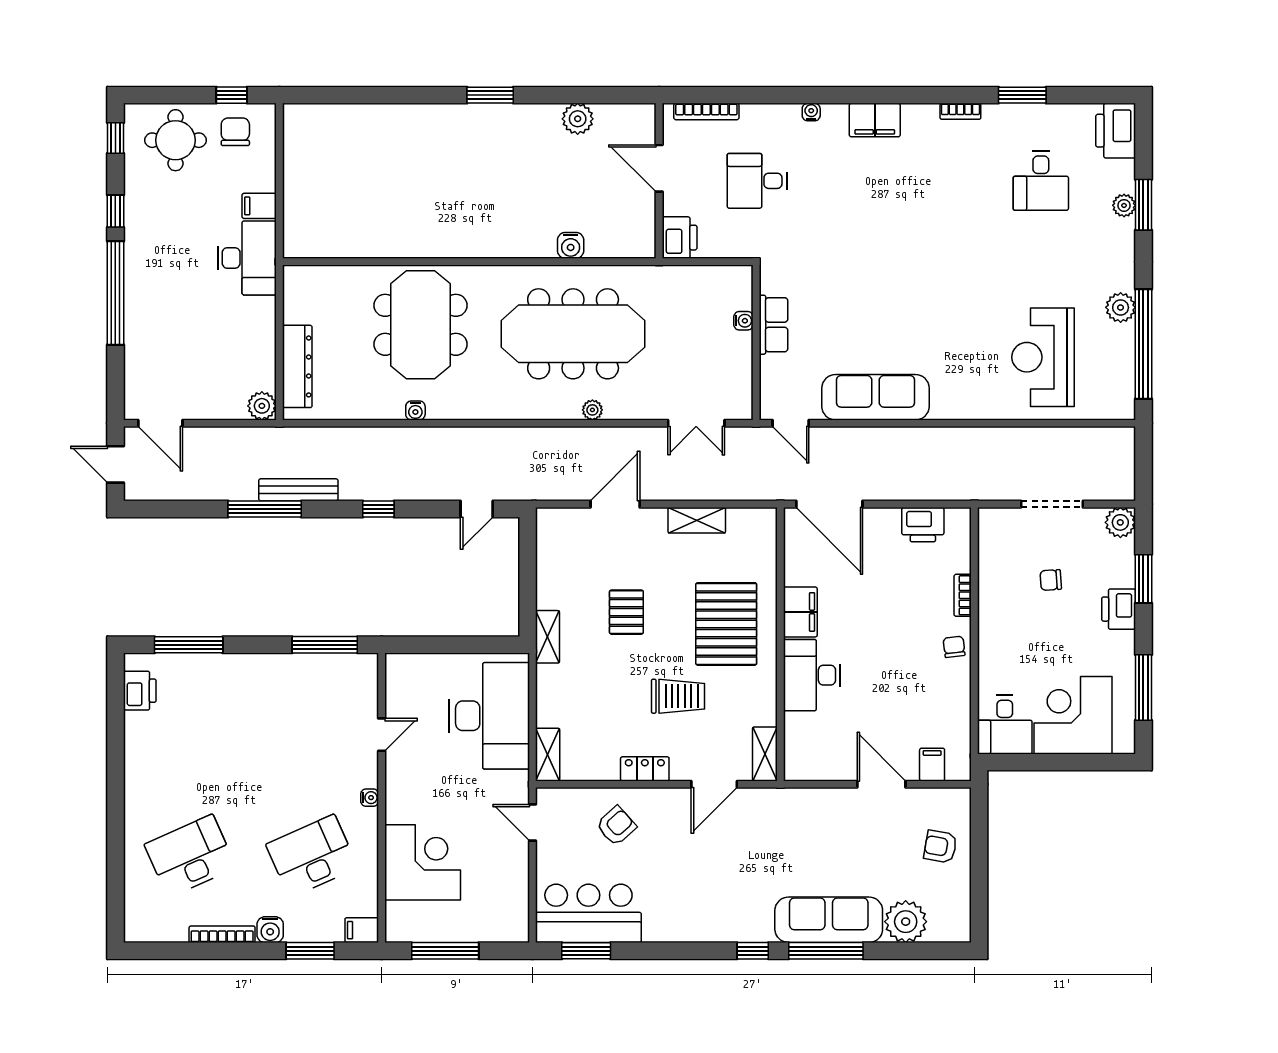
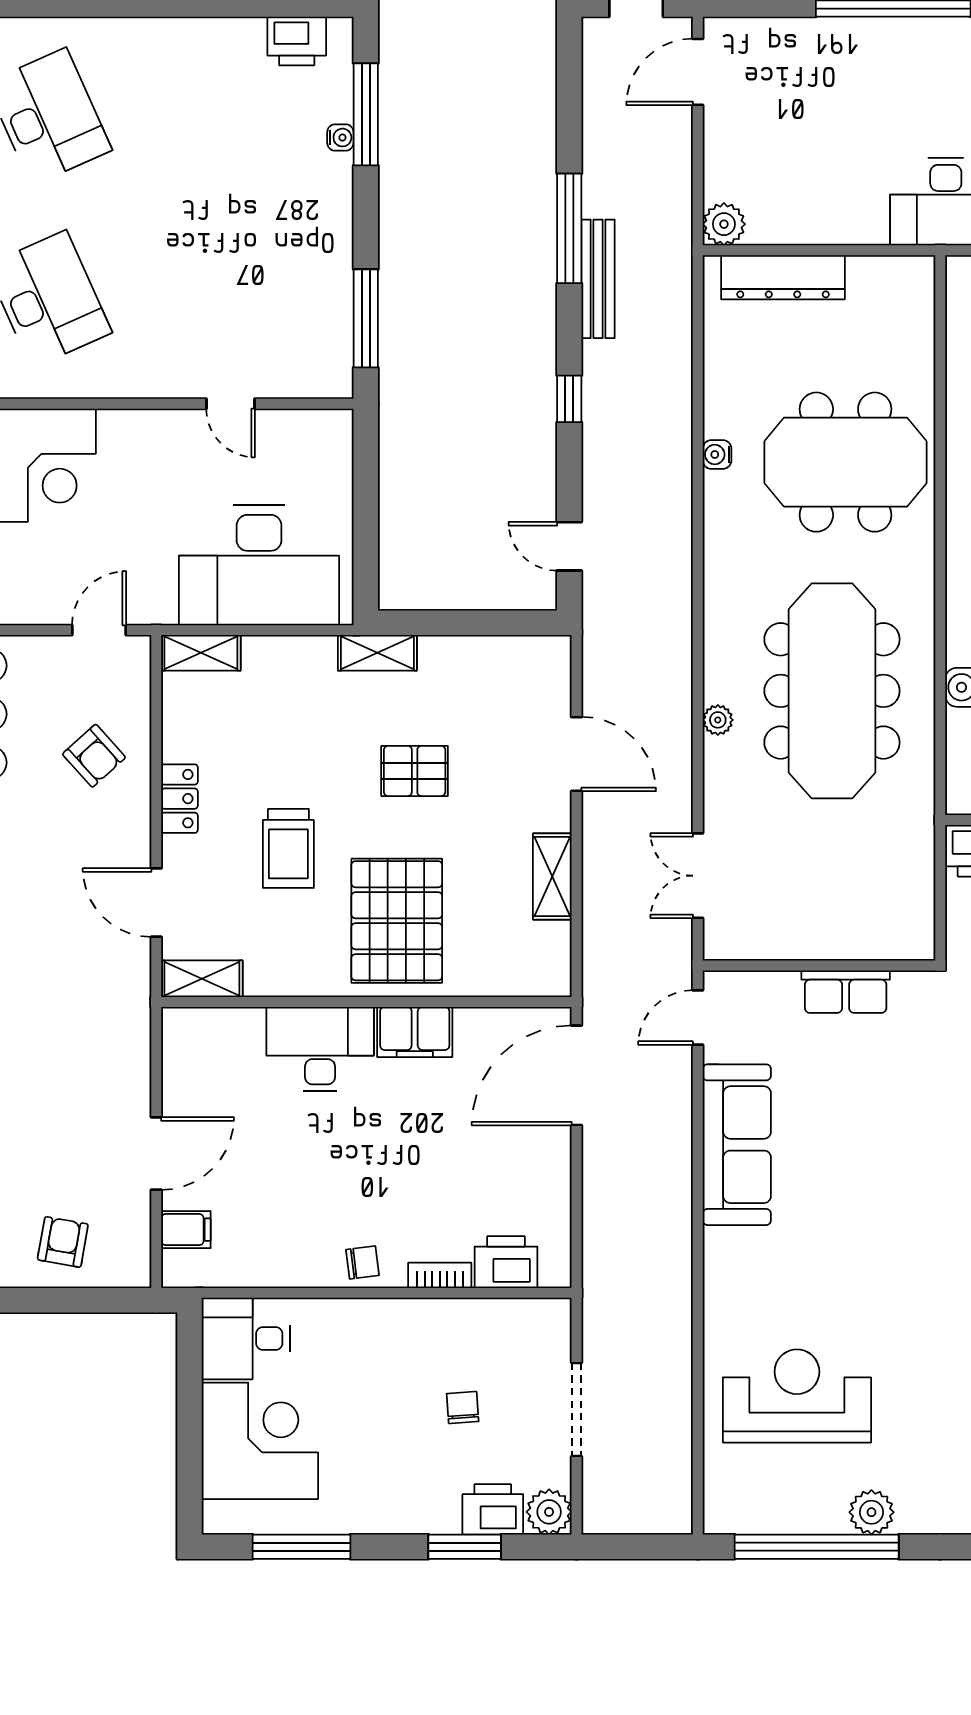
water cooler: (743, 321) -> (852, 946), removed
printer: (923, 525) -> (506, 1262), moved, turned 90
printer: (1119, 609) -> (493, 1509), moved
pallet: (726, 624) -> (397, 921), turned 90
water cooler: (370, 798) -> (340, 138), moved, turned -90

